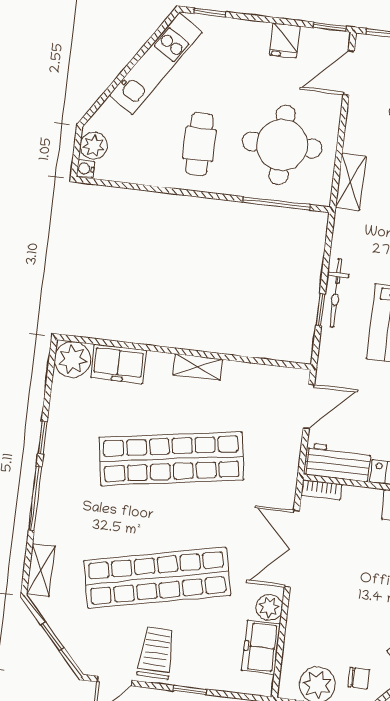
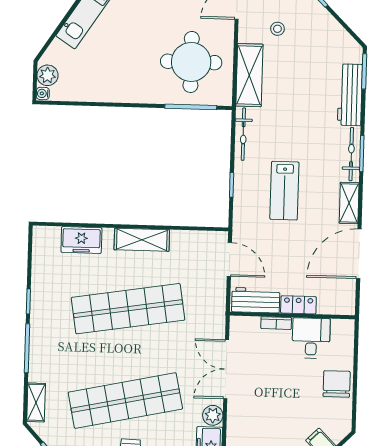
cafe table: (199, 144) -> (128, 67), removed
shelving: (351, 182) -> (249, 75), width x1.50, depth x1.33
bicycle: (336, 293) -> (243, 134), moved
plant: (73, 359) -> (46, 240), removed
shelving: (198, 367) -> (142, 240), width x1.50, depth x1.33
door: (309, 406) -> (229, 259), hinge flipped
bookcase: (322, 490) -> (276, 323), moved

